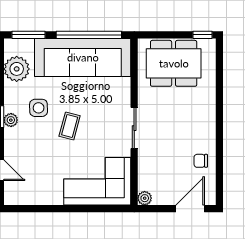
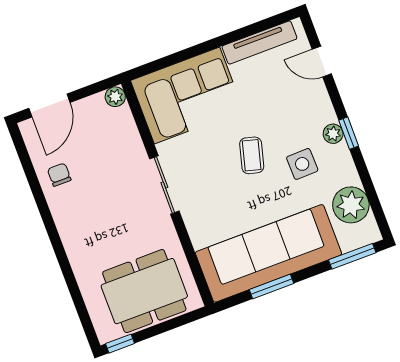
window: (89, 35) -> (272, 287), width x0.47
chair: (201, 161) -> (59, 175), turned -90
tv unit: (37, 198) -> (259, 42), added

